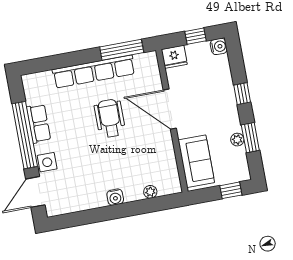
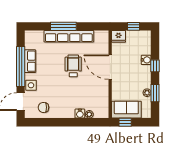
water cooler: (219, 46) -> (146, 60), moved
window: (122, 50) -> (63, 26), moved
sofa: (196, 161) -> (126, 110), moved, turned -90
window: (231, 190) -> (125, 122), moved
chair: (74, 194) -> (43, 107), added
water cooler: (115, 197) -> (80, 114), moved

